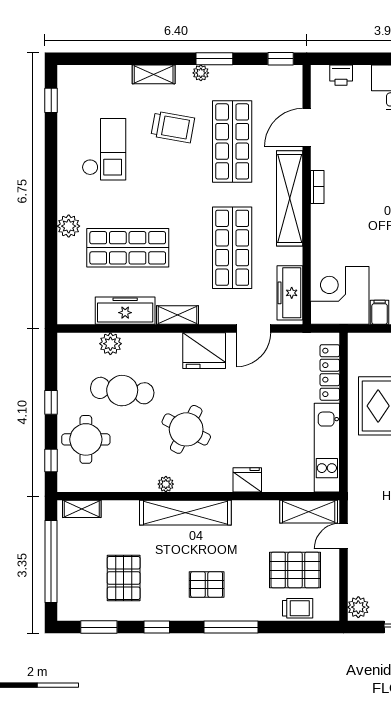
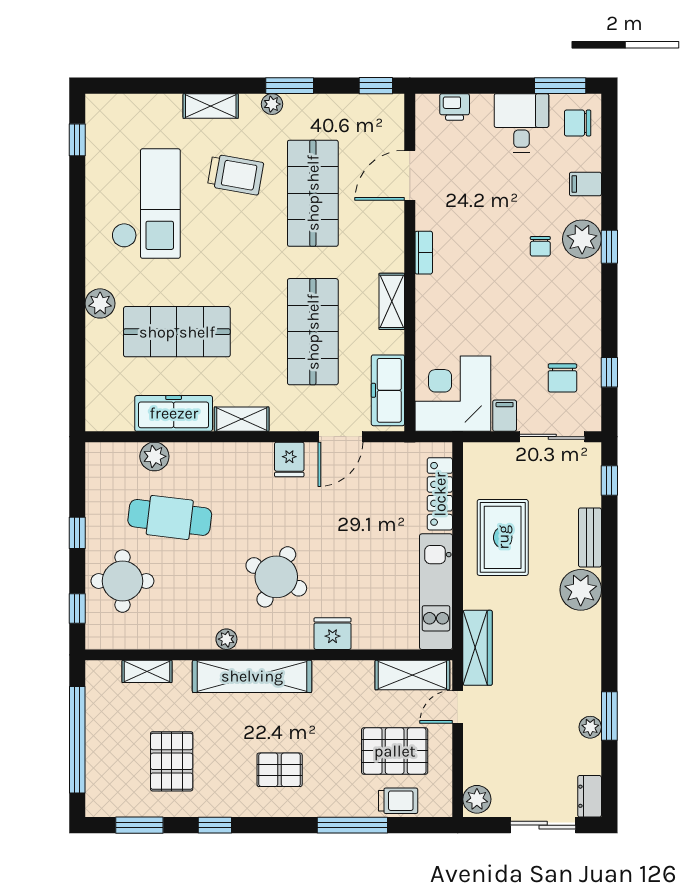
checkout: (104, 149) -> (146, 204), width x1.36, depth x1.21
shelving: (290, 198) -> (392, 301), width x0.45, depth x0.75
fridge: (204, 351) -> (289, 459), width x0.53, depth x0.75
round table: (186, 429) -> (276, 577), moved
wardrobe: (359, 491) -> (477, 648), added
shelving: (82, 509) -> (147, 671), moved
window: (231, 627) -> (352, 825), moved

